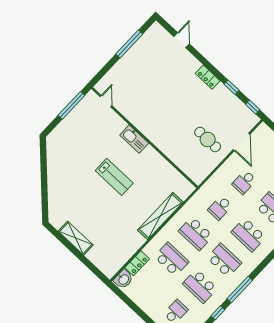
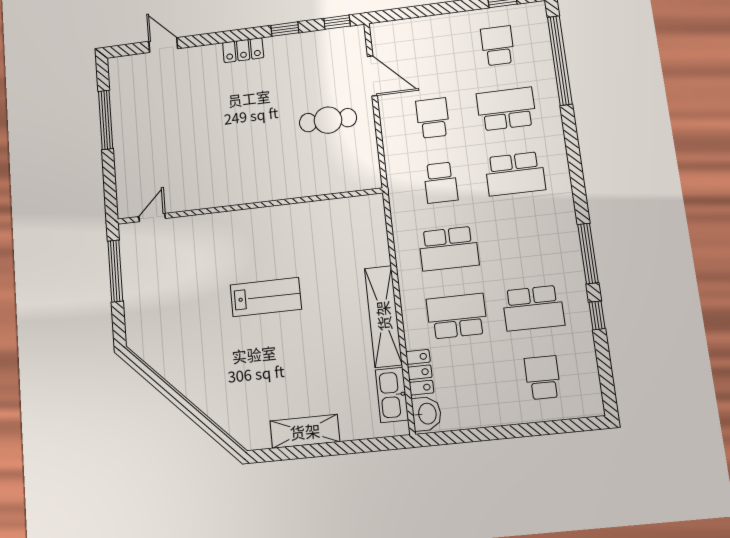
door: (106, 101) -> (152, 217), hinge flipped
kitchen sink: (134, 139) -> (392, 395), moved, turned 90
school desk: (244, 182) -> (433, 118), turned 180
shelving: (160, 216) -> (383, 316), moved
school desk: (224, 260) -> (524, 240), removed

